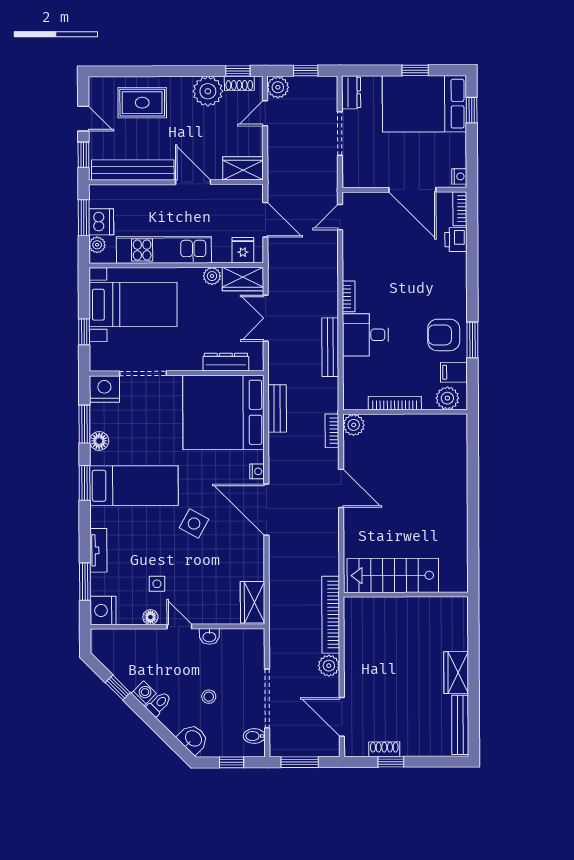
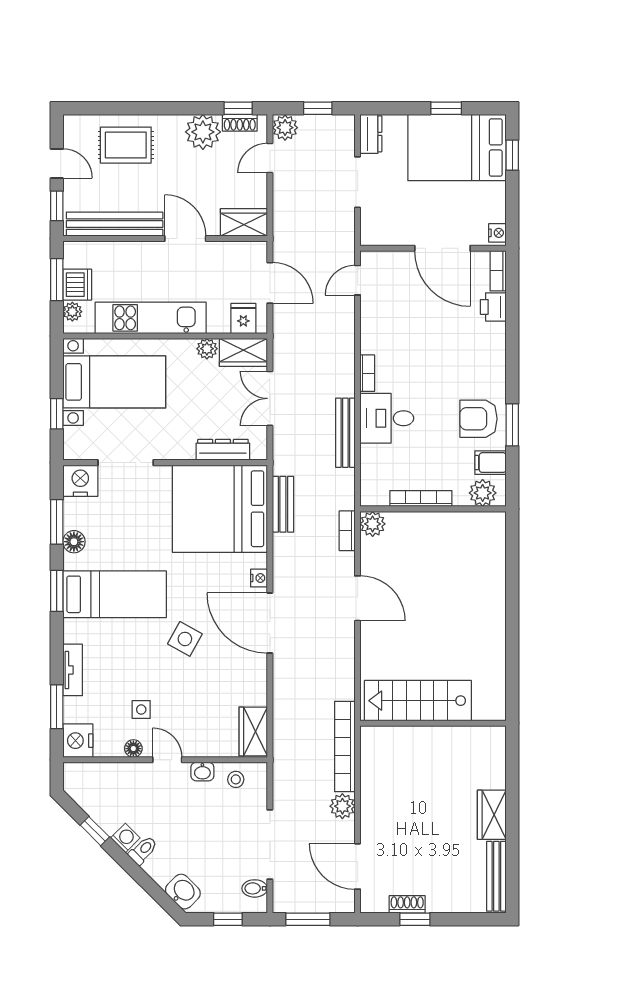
stool: (209, 697) -> (236, 779), moved

